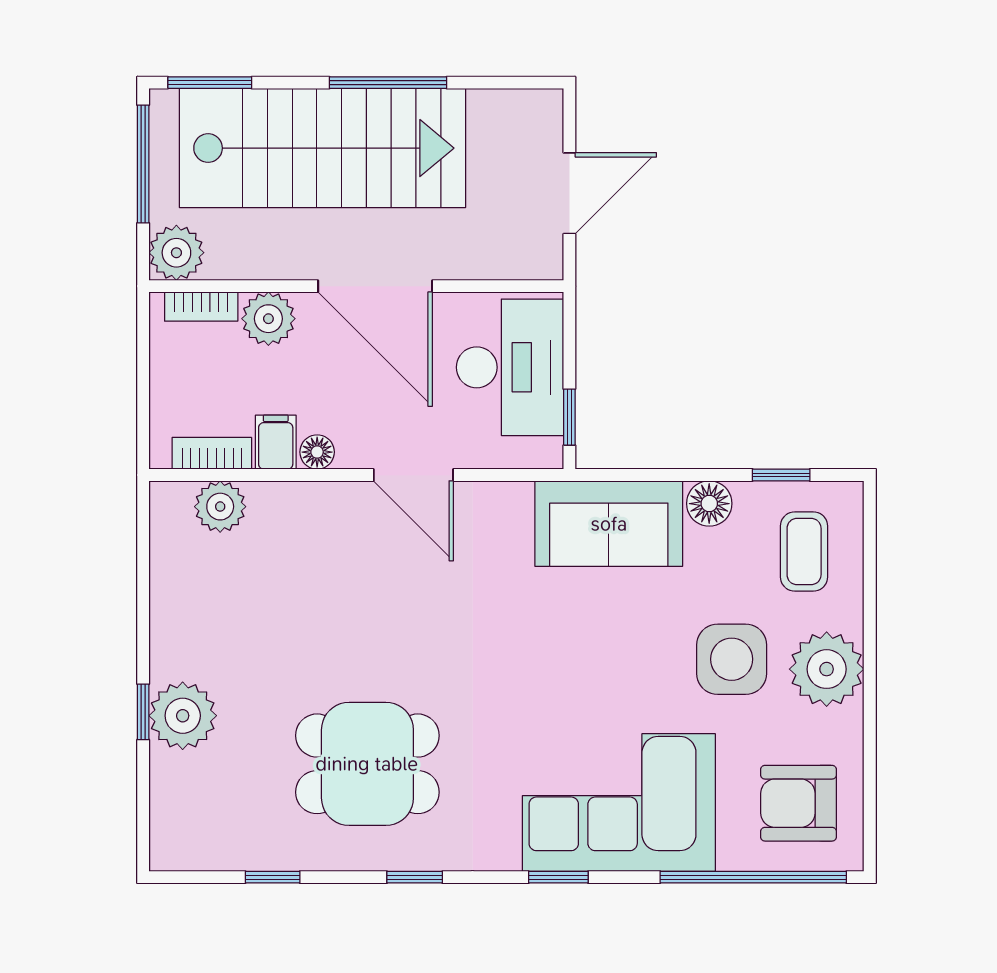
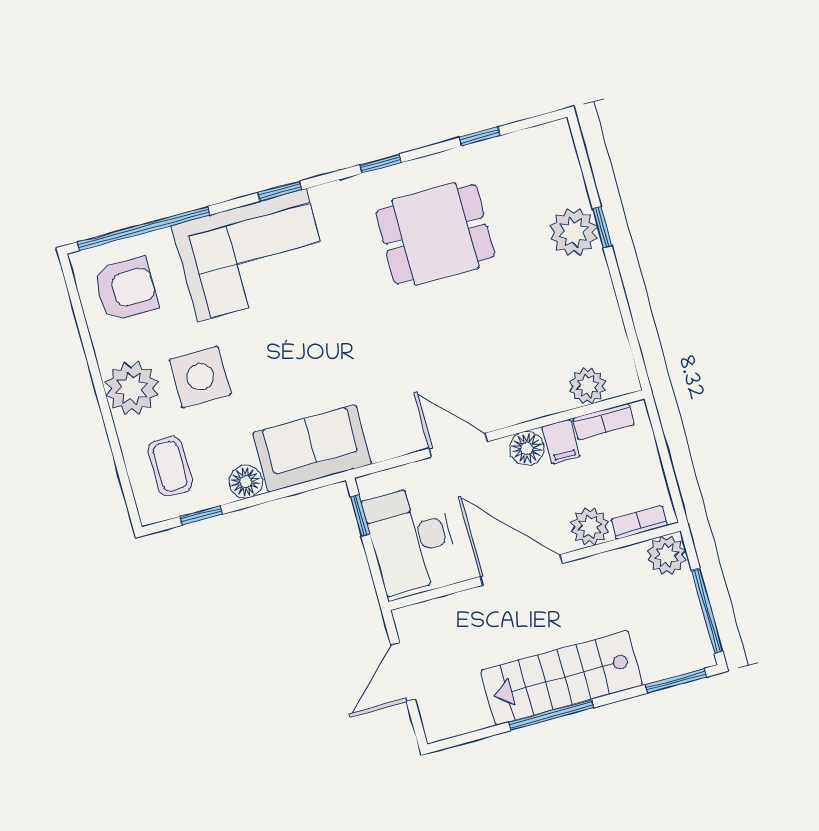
stairs: (323, 148) -> (562, 678), width x0.73, depth x0.66
floor lamp: (317, 452) -> (527, 448), width x1.37, depth x1.37

